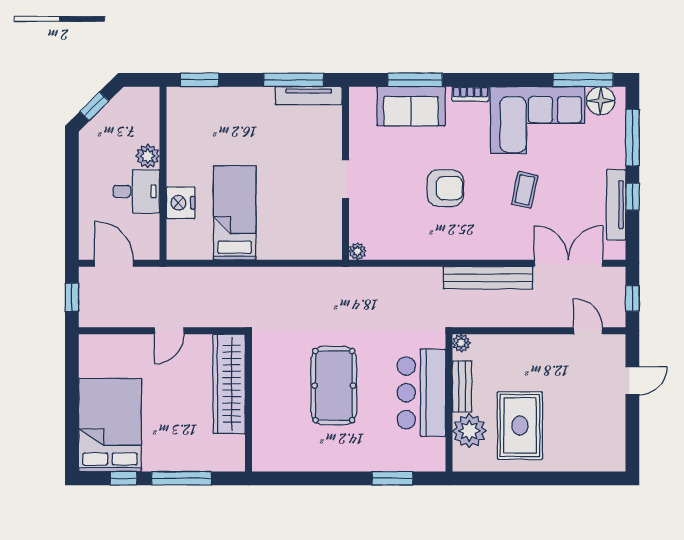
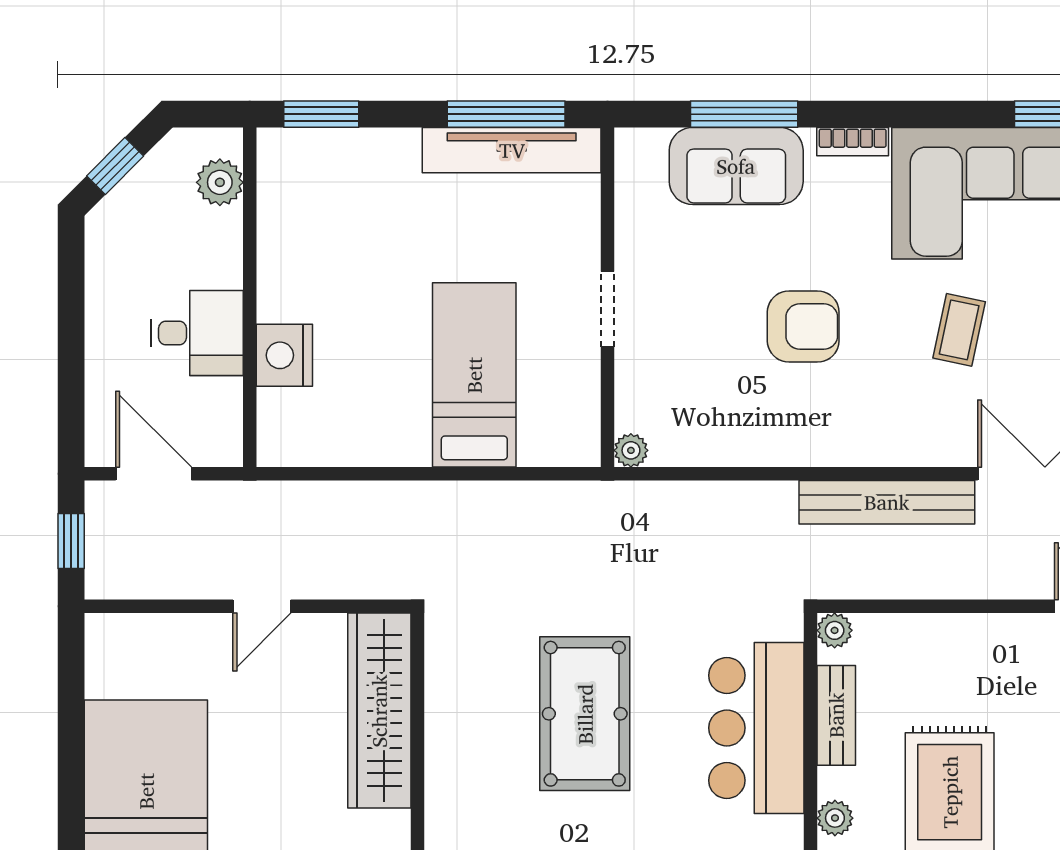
tv unit: (309, 96) -> (512, 150), width x1.36, depth x1.29
plant: (148, 156) -> (220, 182), moved
bed: (235, 213) -> (474, 375), moved
plant: (469, 431) -> (835, 818), width x0.53, depth x0.53

